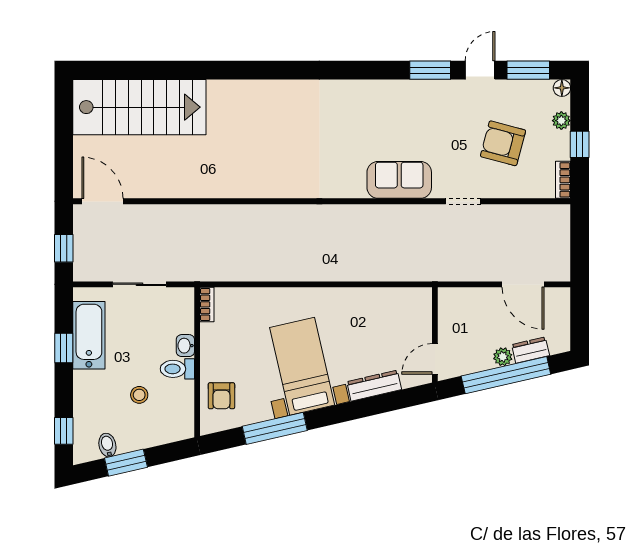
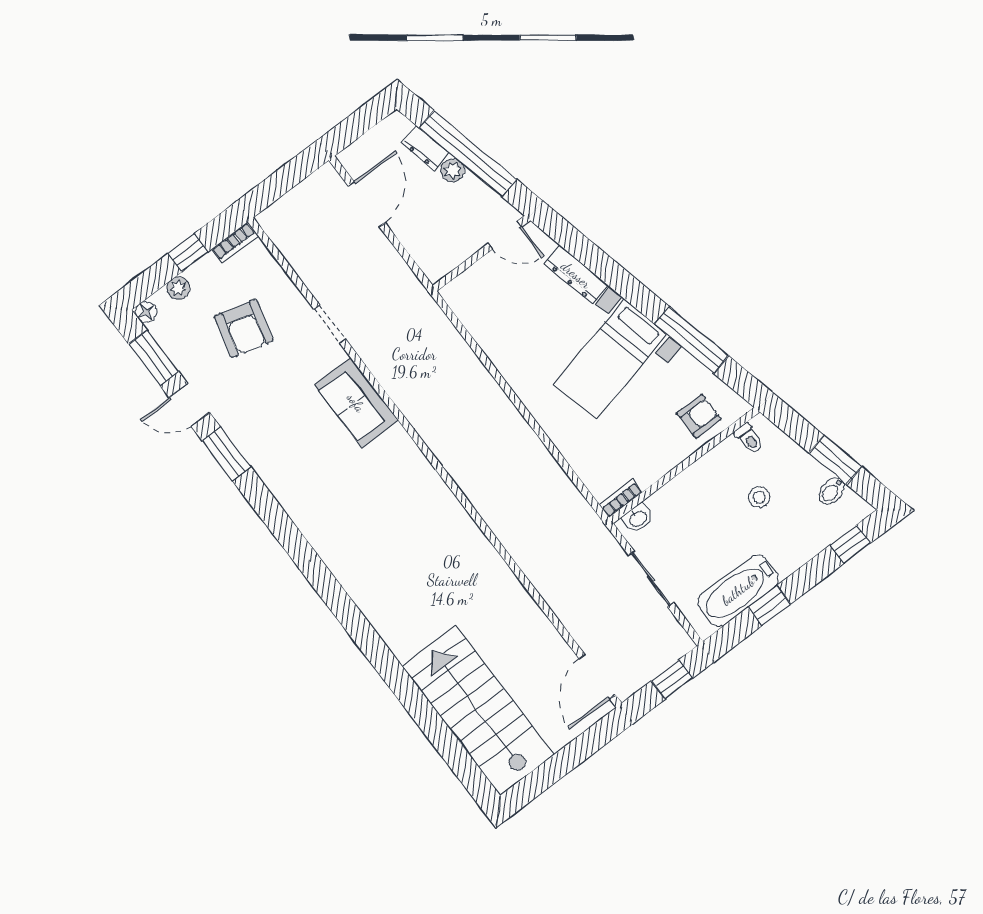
washbasin: (185, 346) -> (638, 518), moved
toilet: (177, 369) -> (749, 439), moved, width x0.73, depth x0.72

